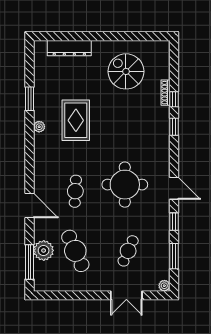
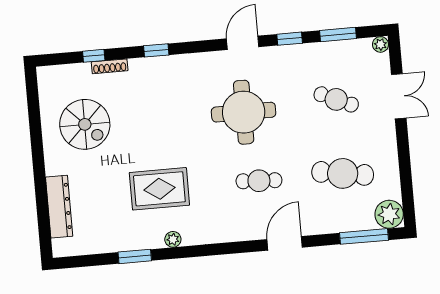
spiral stairs: (126, 71) -> (85, 124), turned -90
window: (174, 99) -> (94, 56), moved
plant: (44, 250) -> (389, 214), moved
cafe table: (75, 251) -> (343, 173), turned 33

